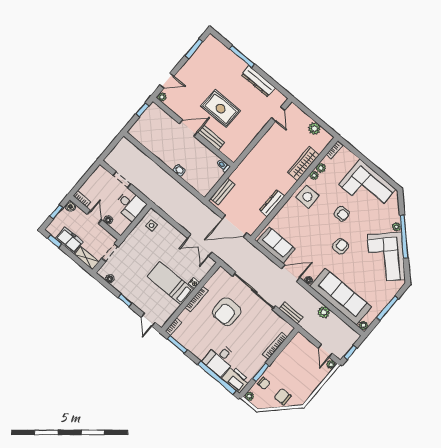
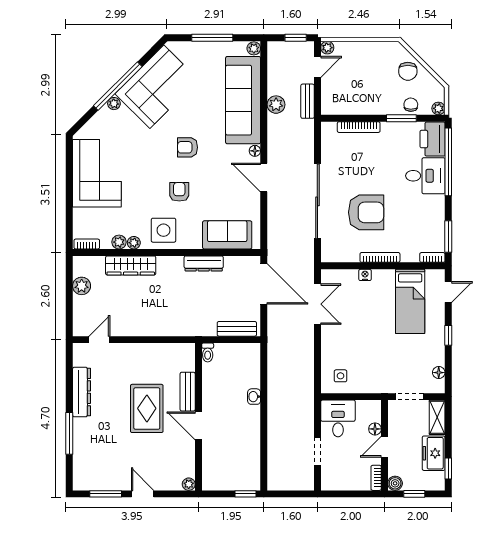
door: (167, 81) -> (143, 494), moved
window: (142, 110) -> (245, 494), moved
armchair: (342, 214) -> (179, 192), moved
sofa: (276, 245) -> (227, 235), moved, turned 90
bed: (170, 283) -> (410, 301), moved
bench: (291, 313) -> (308, 101), moved

